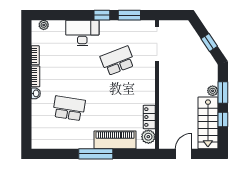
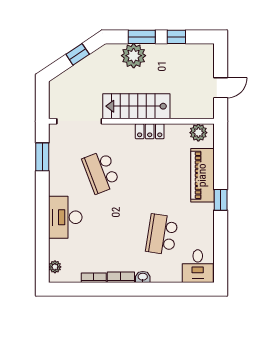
window: (102, 15) -> (42, 192), removed
plant: (213, 91) -> (134, 56), width x1.87, depth x1.87
locker: (149, 117) -> (150, 131), moved
stairs: (208, 123) -> (136, 106), moved, turned 180
desk: (44, 136) -> (198, 266), added
window: (96, 154) -> (221, 200), width x0.46
door: (183, 154) -> (221, 88), swing flipped

